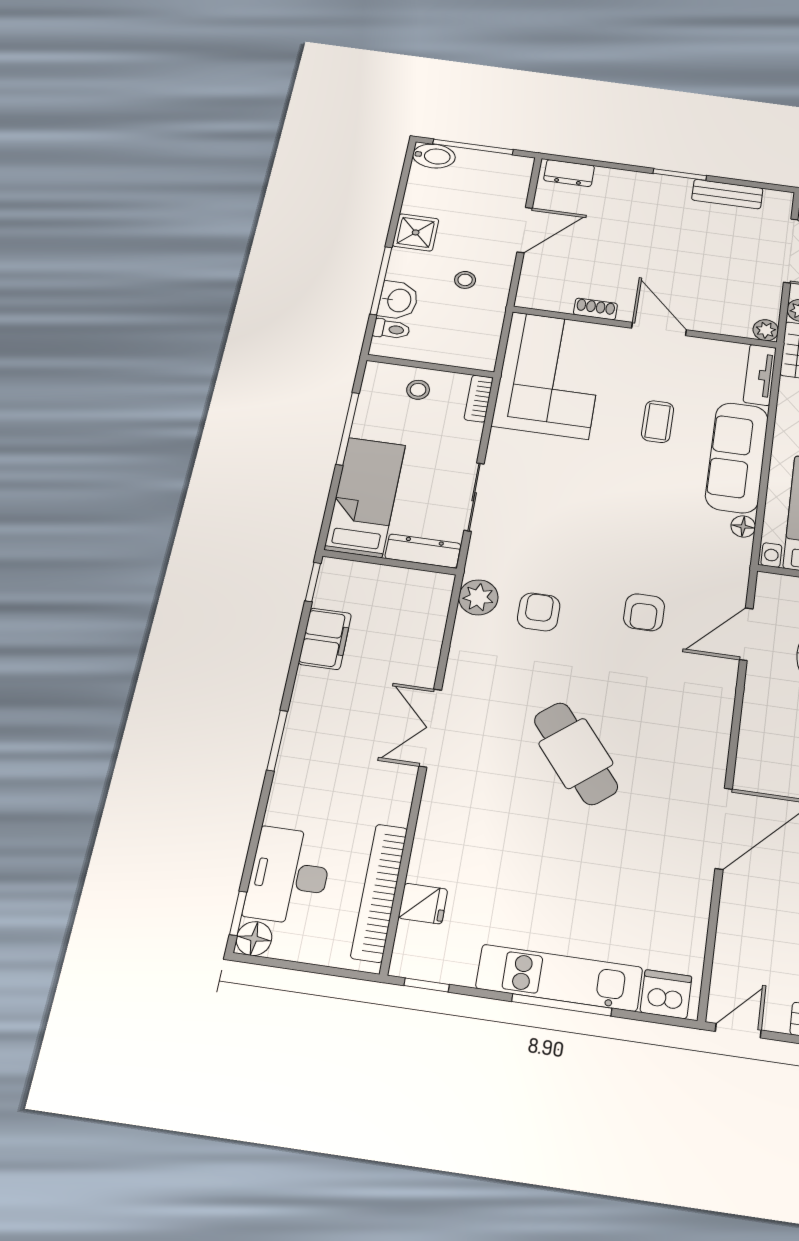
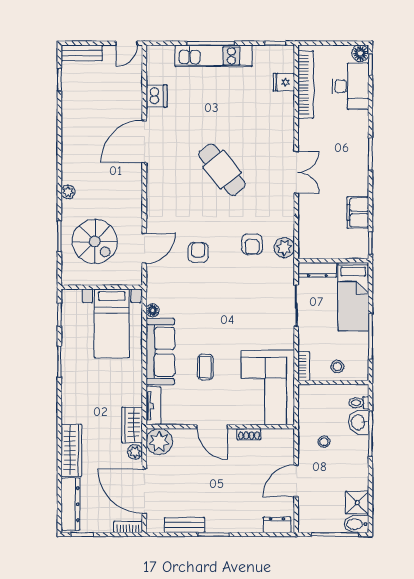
shower: (416, 232) -> (357, 503), moved
plant: (766, 330) -> (159, 442), width x1.88, depth x1.88
dishwasher: (666, 994) -> (156, 96), moved, turned -90

